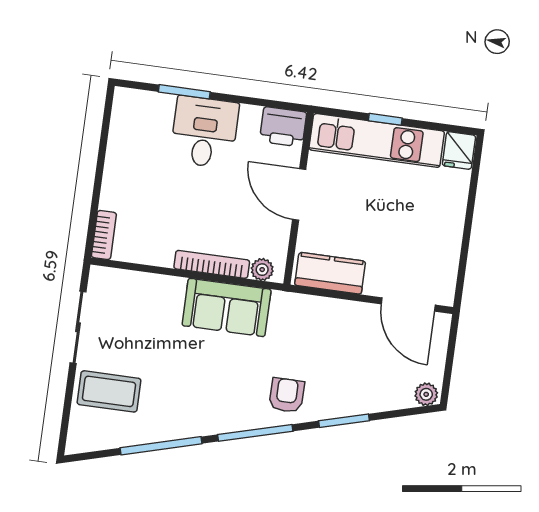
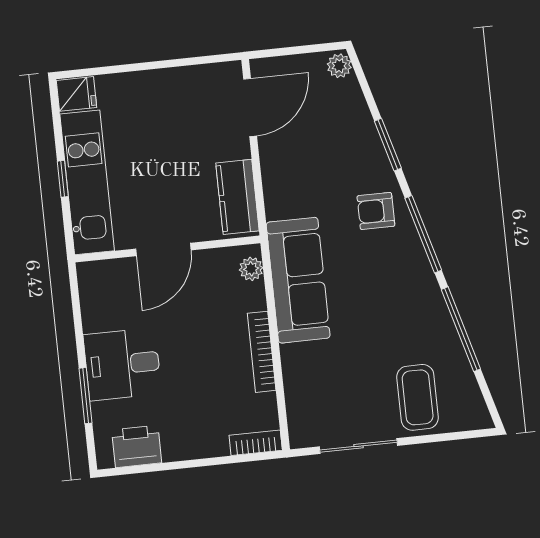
printer: (283, 127) -> (137, 446), moved, turned -90
bookcase: (212, 264) -> (262, 352), moved
sofa: (227, 307) -> (298, 280), width x1.36

